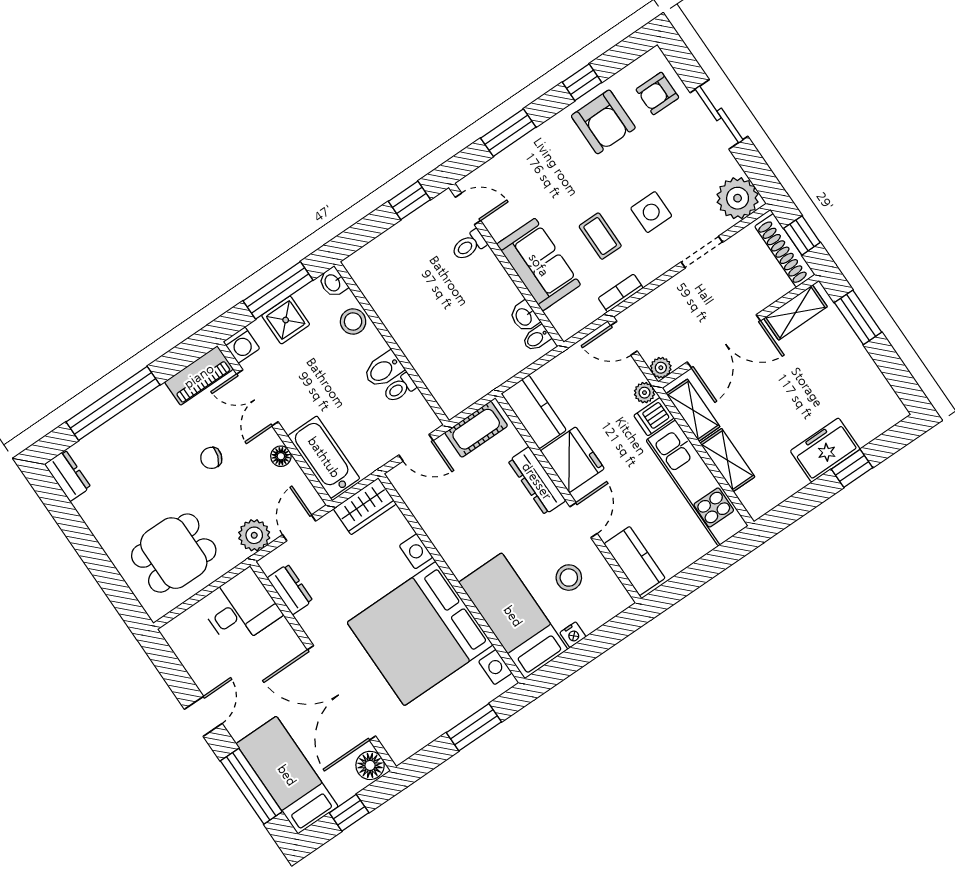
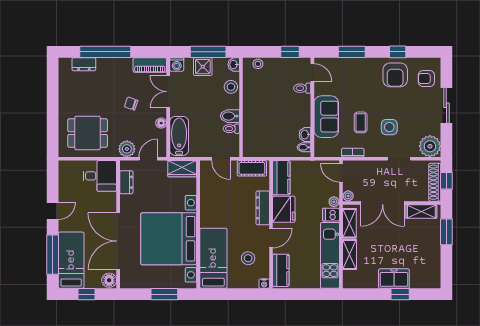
stool: (371, 255) -> (258, 64), added
dresser: (68, 476) -> (84, 64), moved, turned 90
nightstand: (573, 635) -> (264, 284), moved

